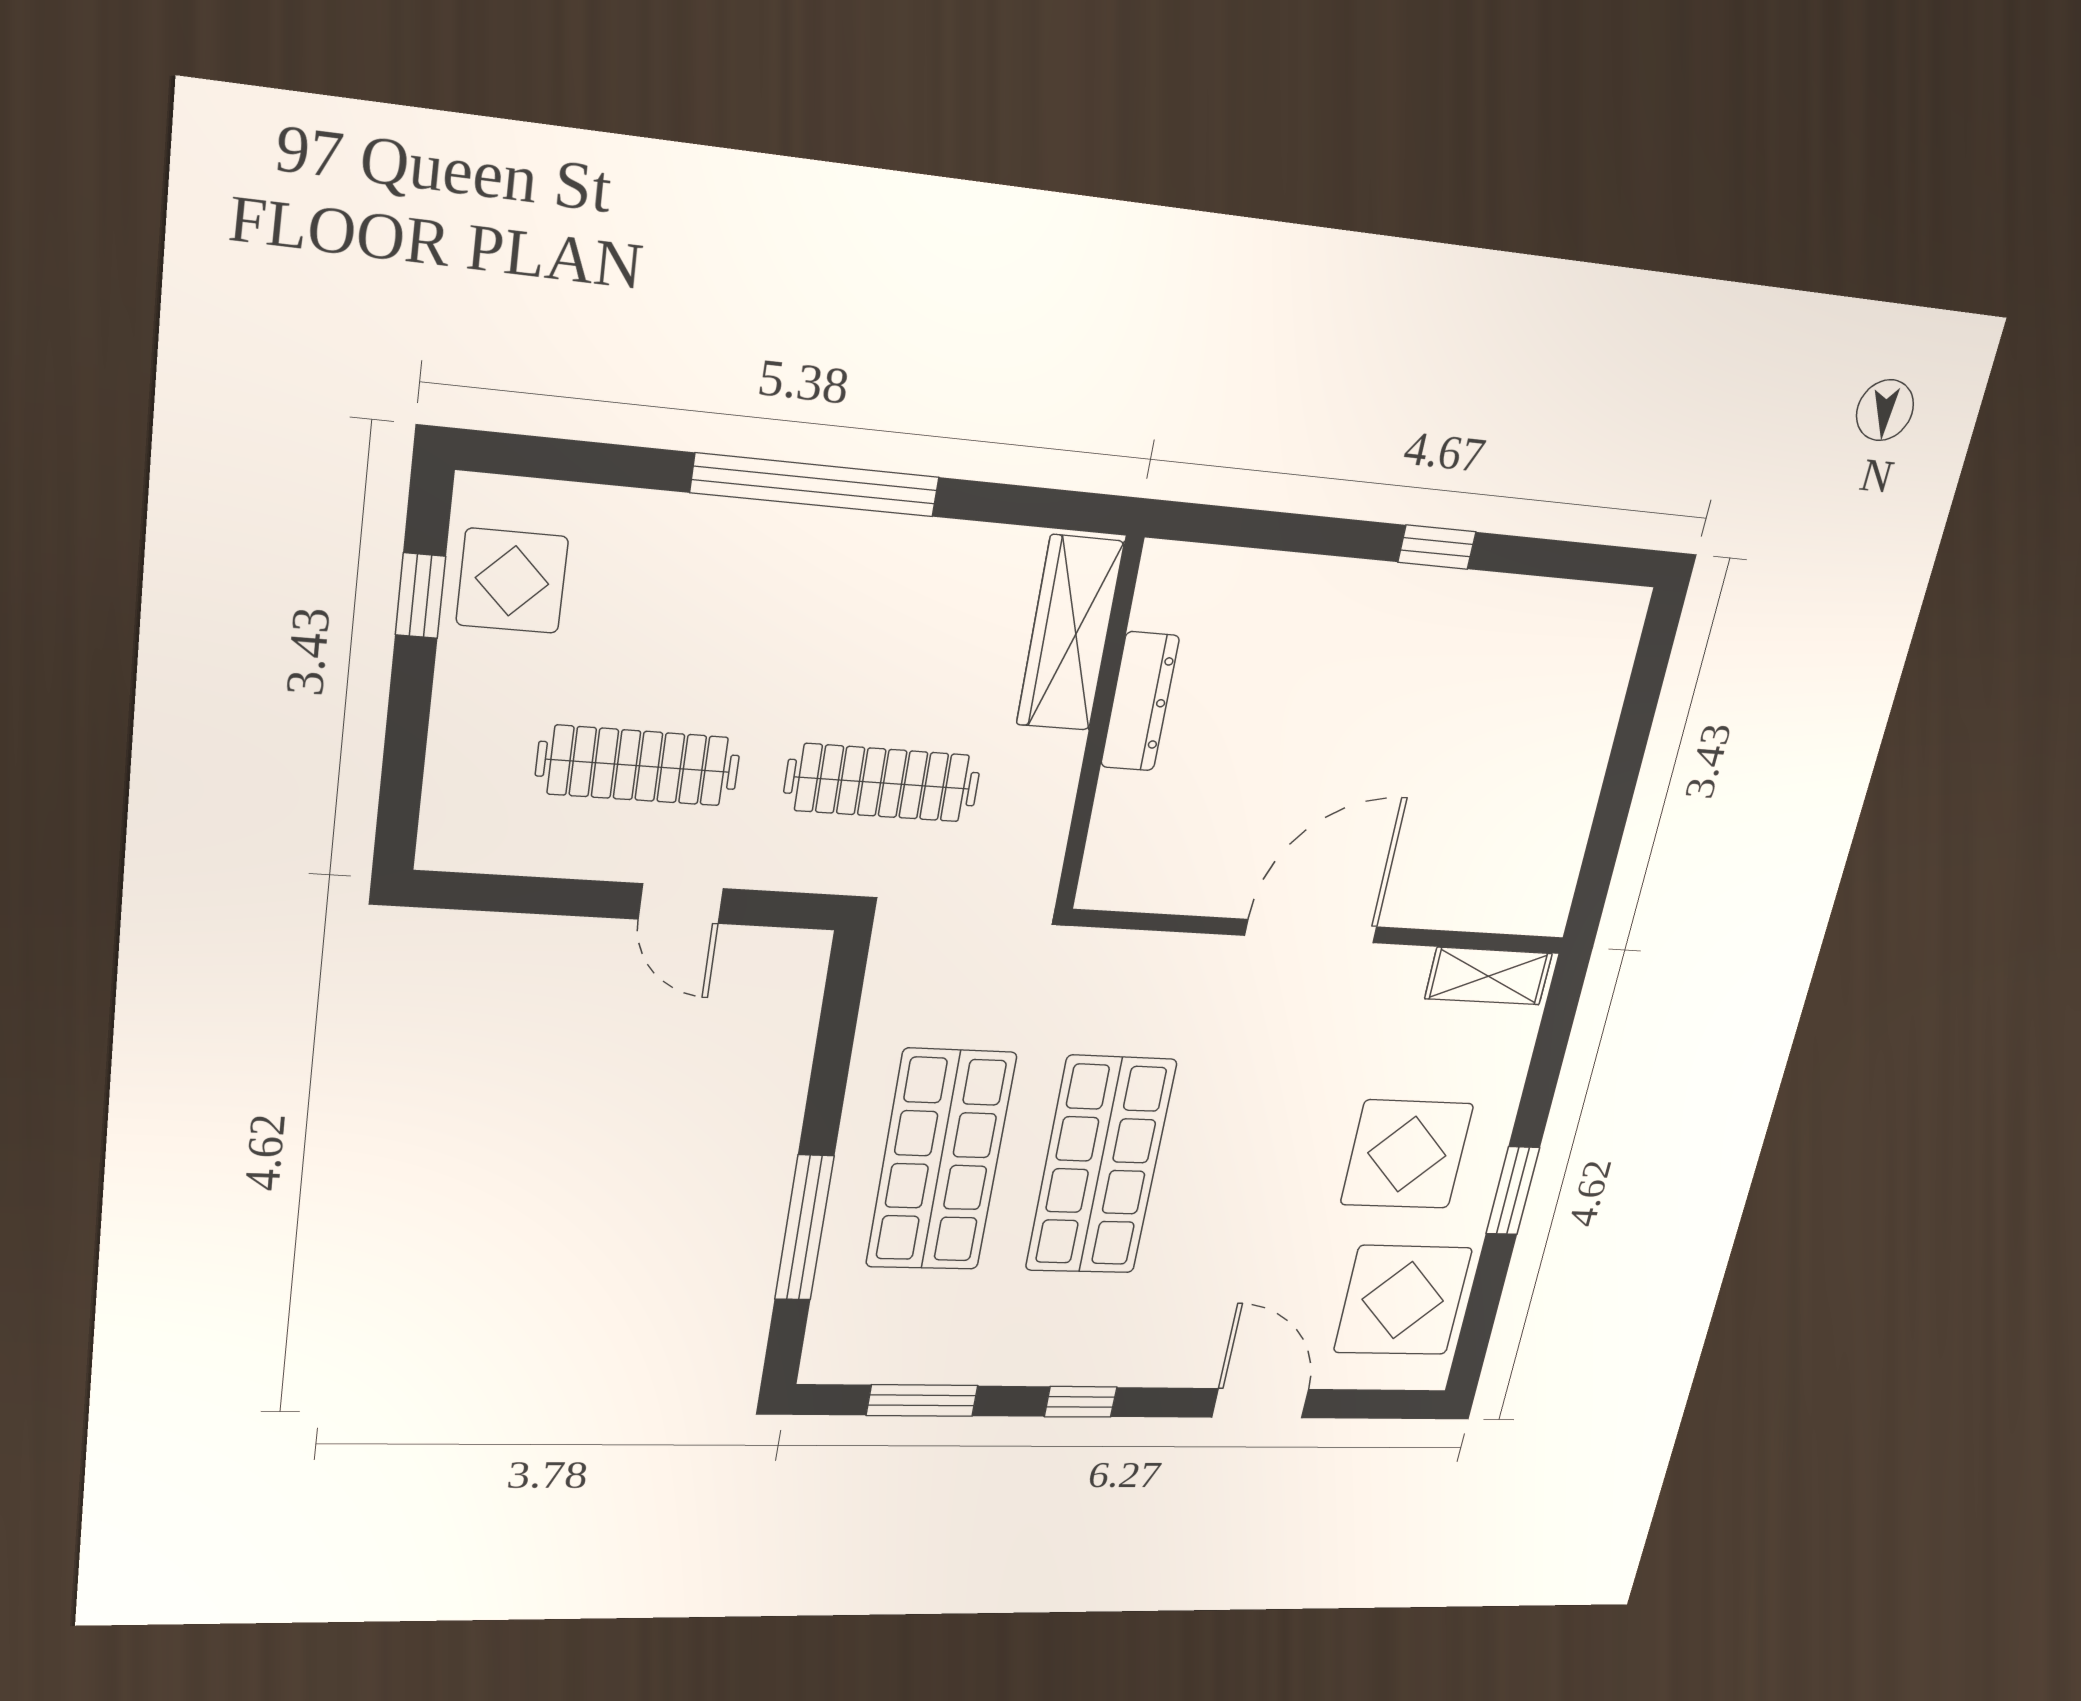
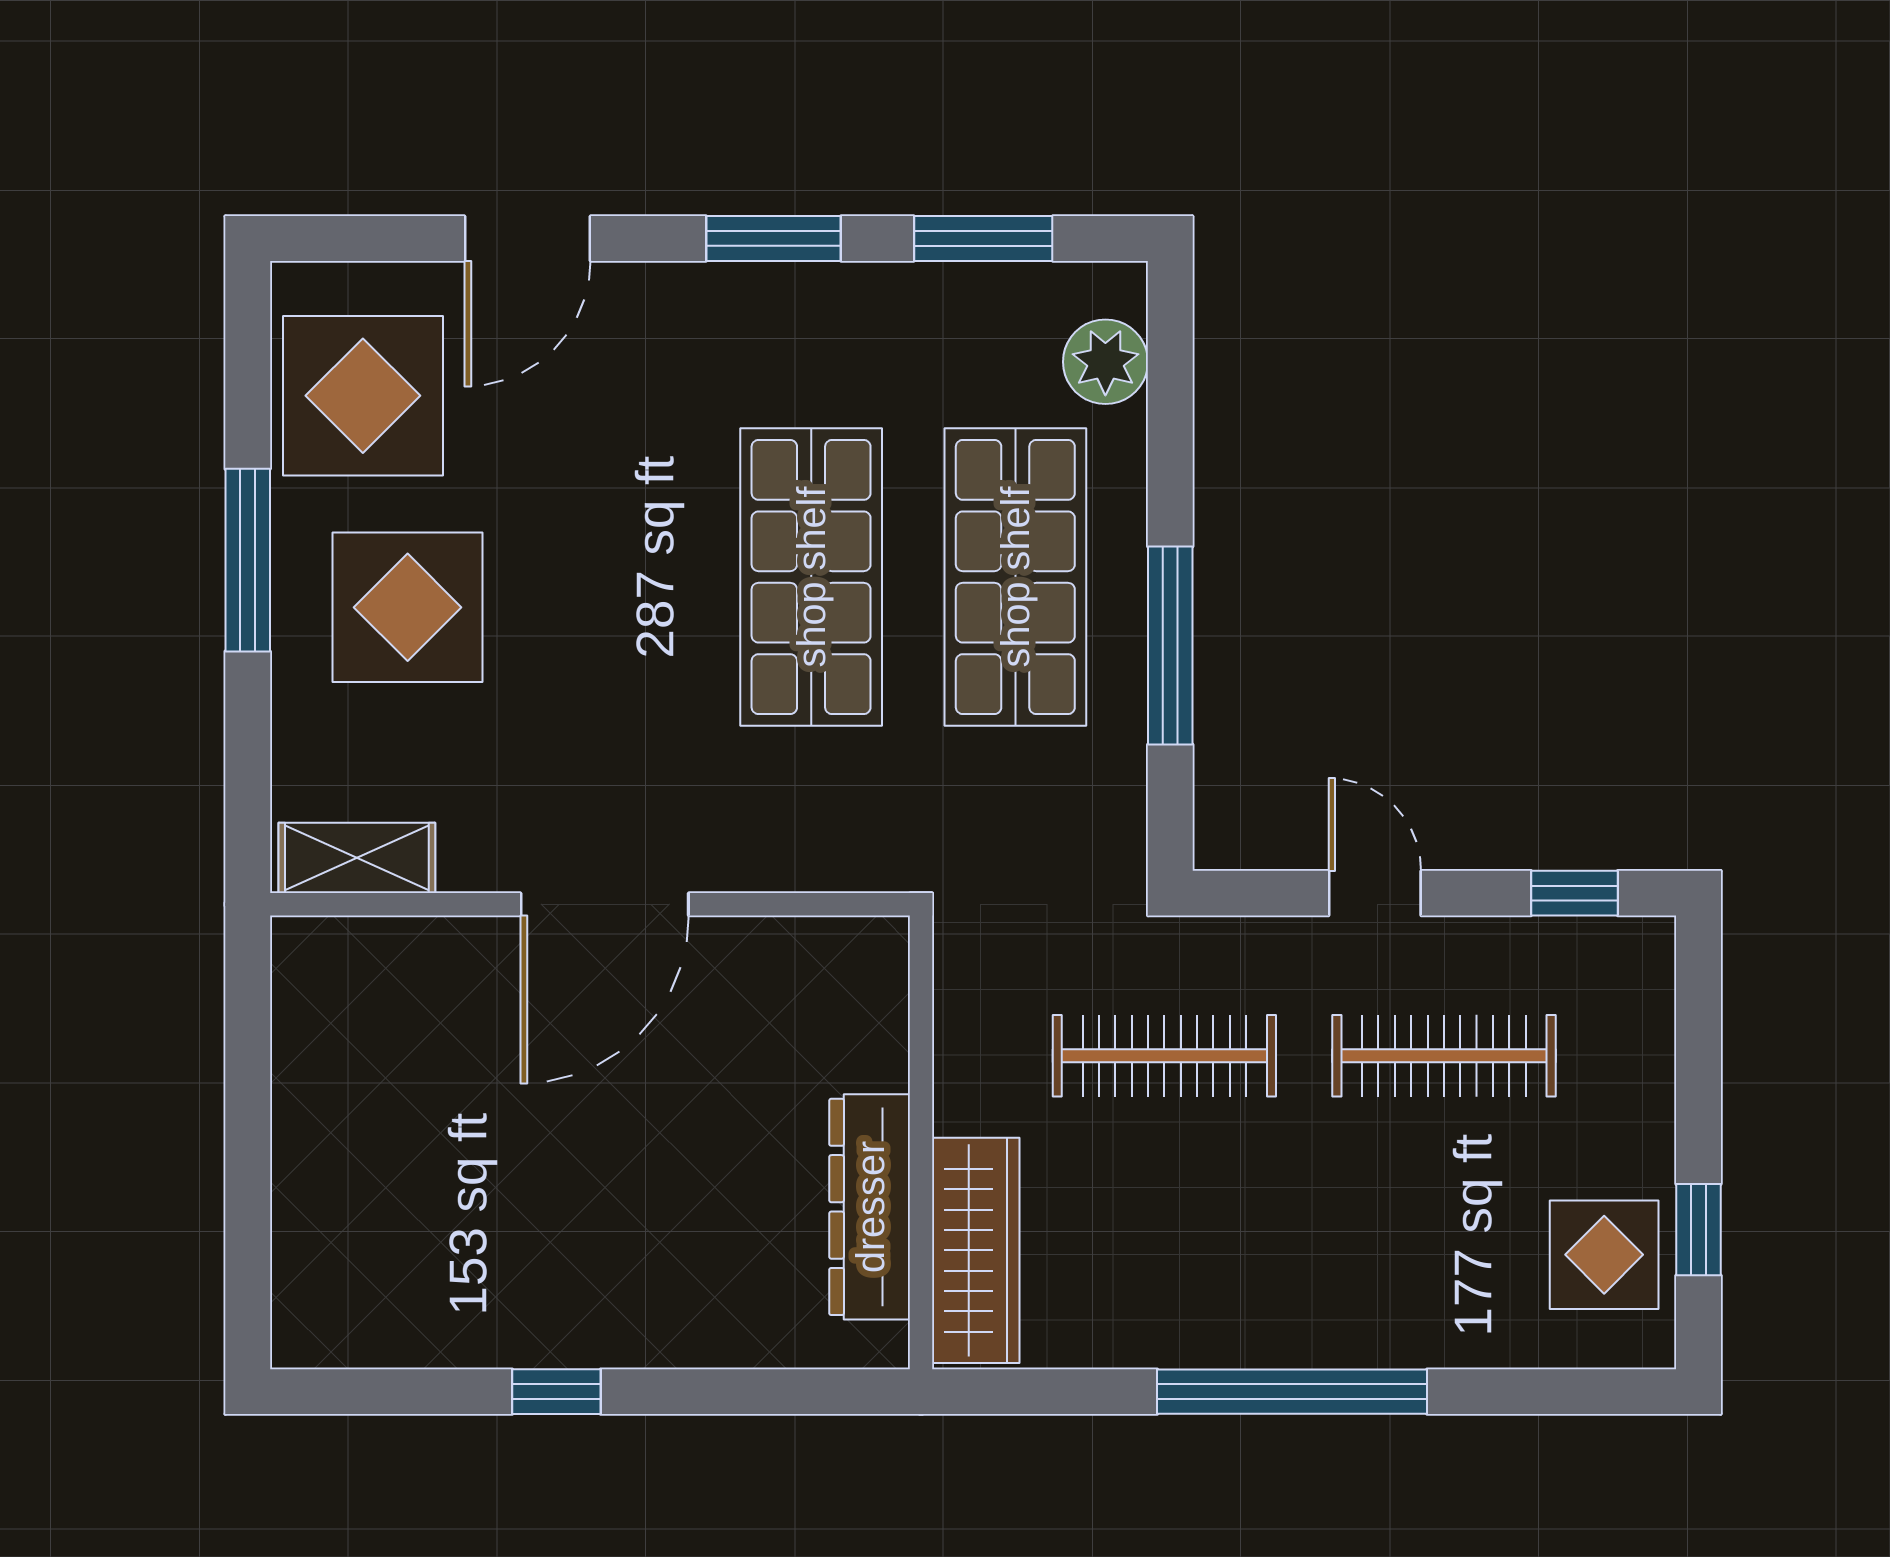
dresser: (1140, 702) -> (870, 1207), width x1.37, depth x1.24
window: (504, 894) -> (1574, 893), added
window: (1513, 1191) -> (248, 560), width x1.44
window: (804, 1228) -> (1170, 645), moved
plant: (842, 1314) -> (1105, 362), added
window: (1081, 1402) -> (774, 238), width x1.50
door: (1260, 1403) -> (527, 238), hinge flipped

